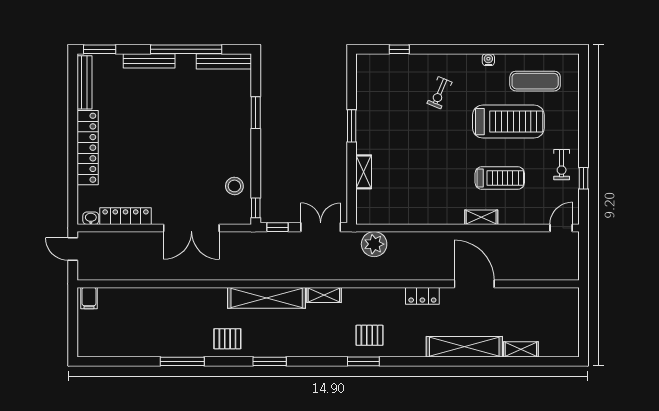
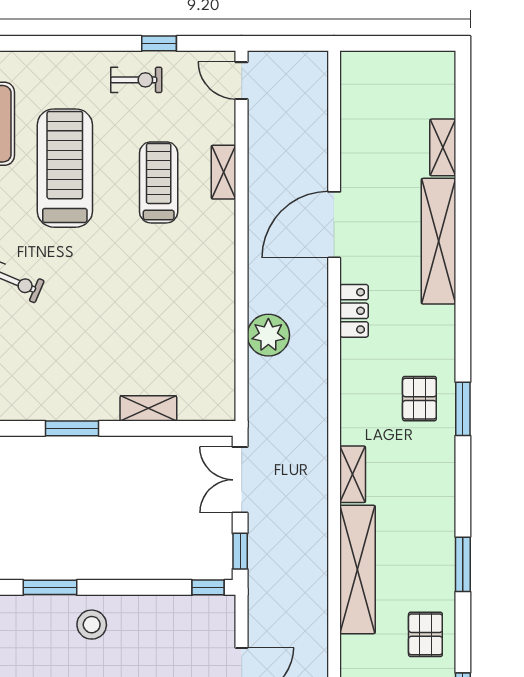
stool: (234, 186) -> (92, 625), moved
shelving: (481, 217) -> (224, 172), moved
plant: (374, 244) -> (268, 335), moved

